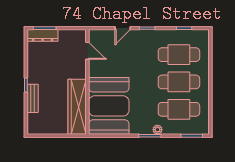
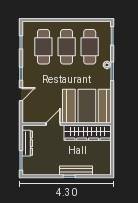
door: (123, 28) -> (21, 94), hinge flipped
dresser: (43, 35) -> (27, 143), moved
door: (87, 51) -> (53, 124), moved
bench: (33, 98) -> (76, 171), width x1.36

